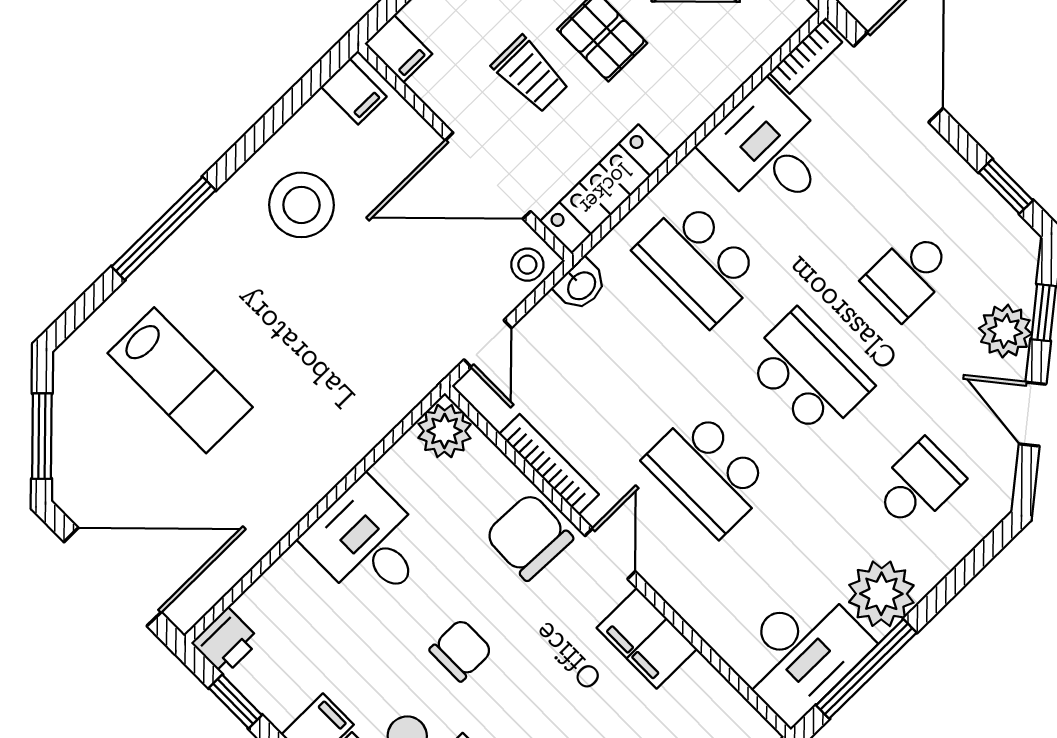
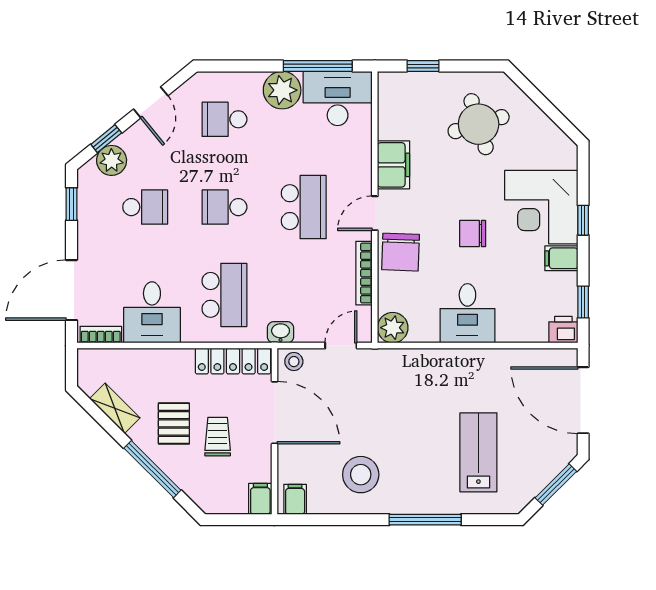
plant: (1005, 331) -> (112, 160), moved
school desk: (808, 374) -> (224, 207), width x0.54

